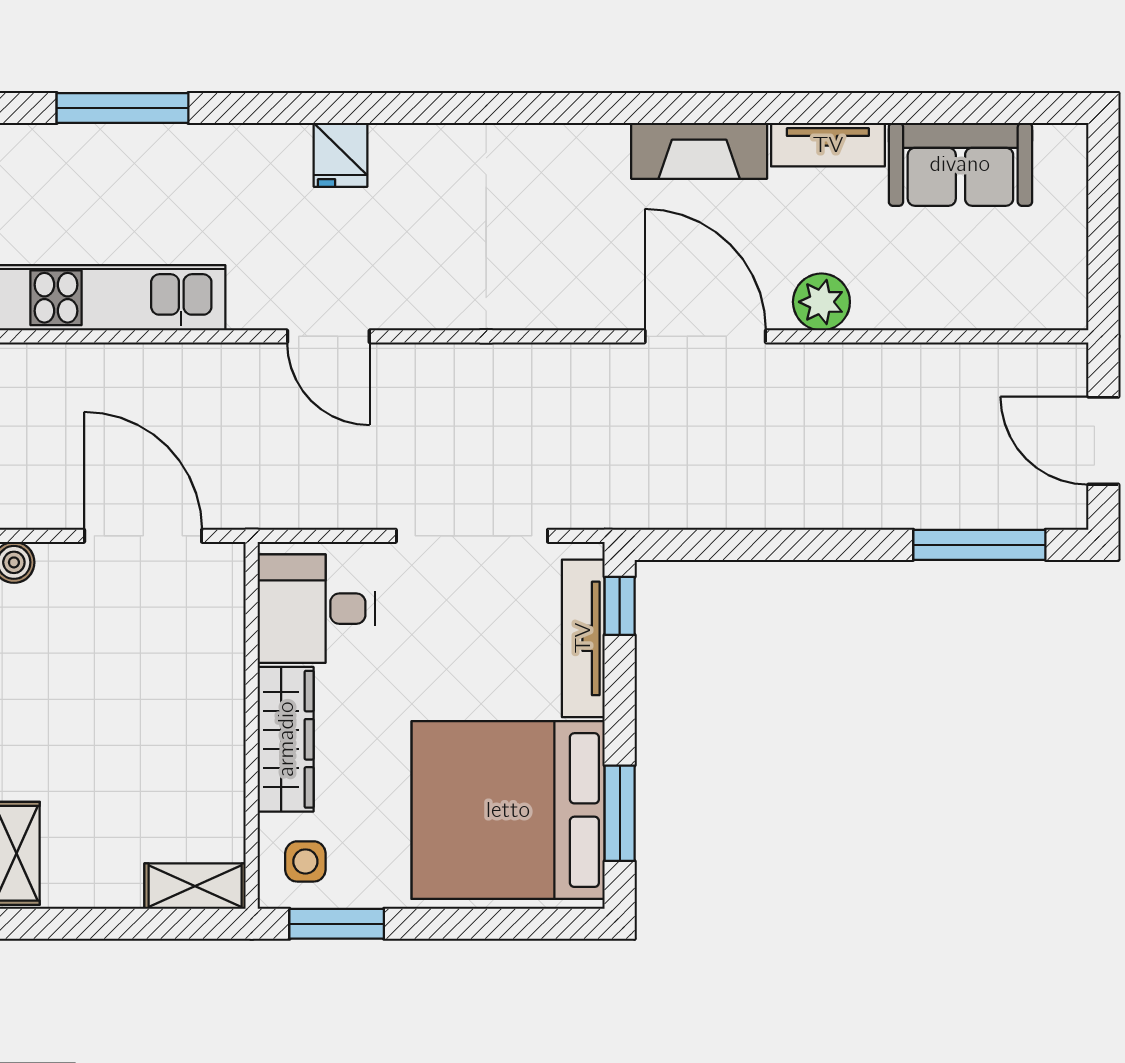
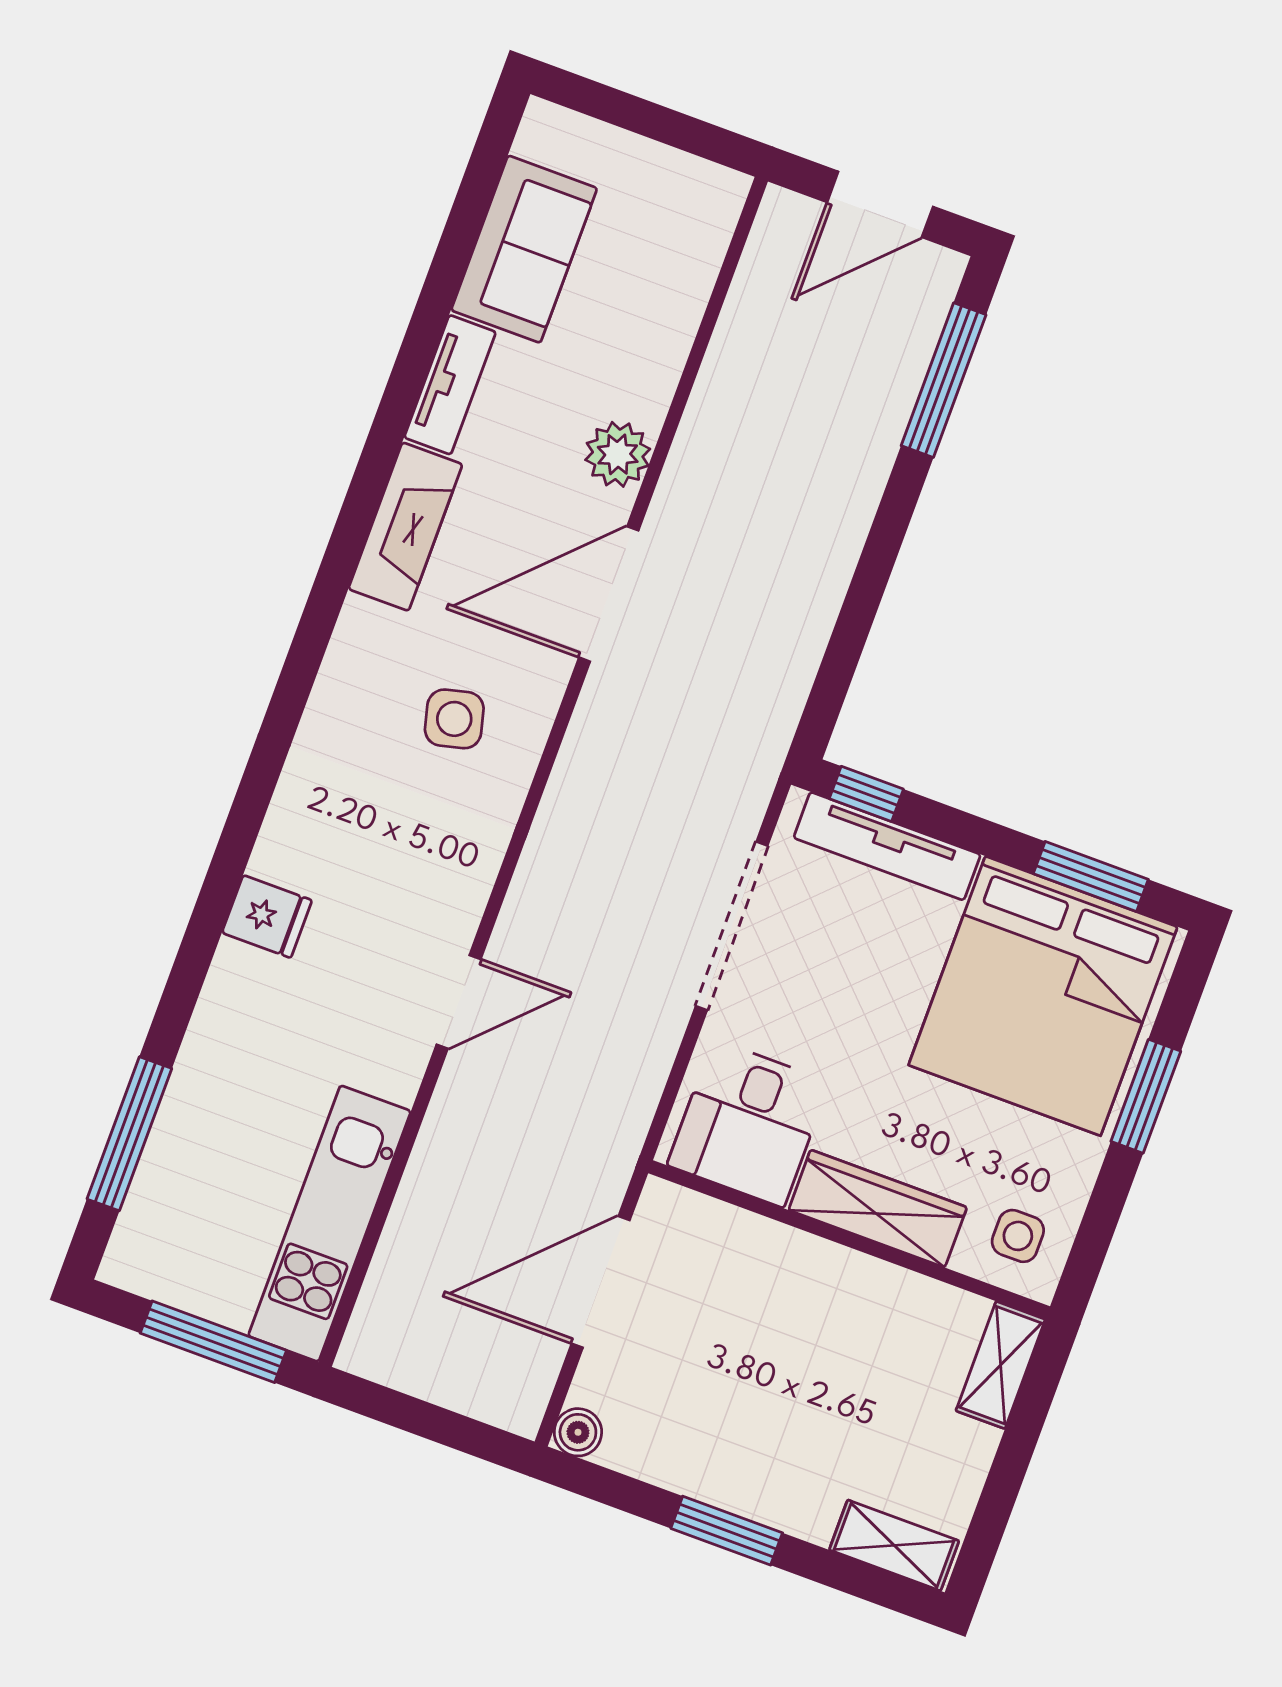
side table: (557, 248) -> (454, 719), added
window: (337, 924) -> (1146, 1096), moved

